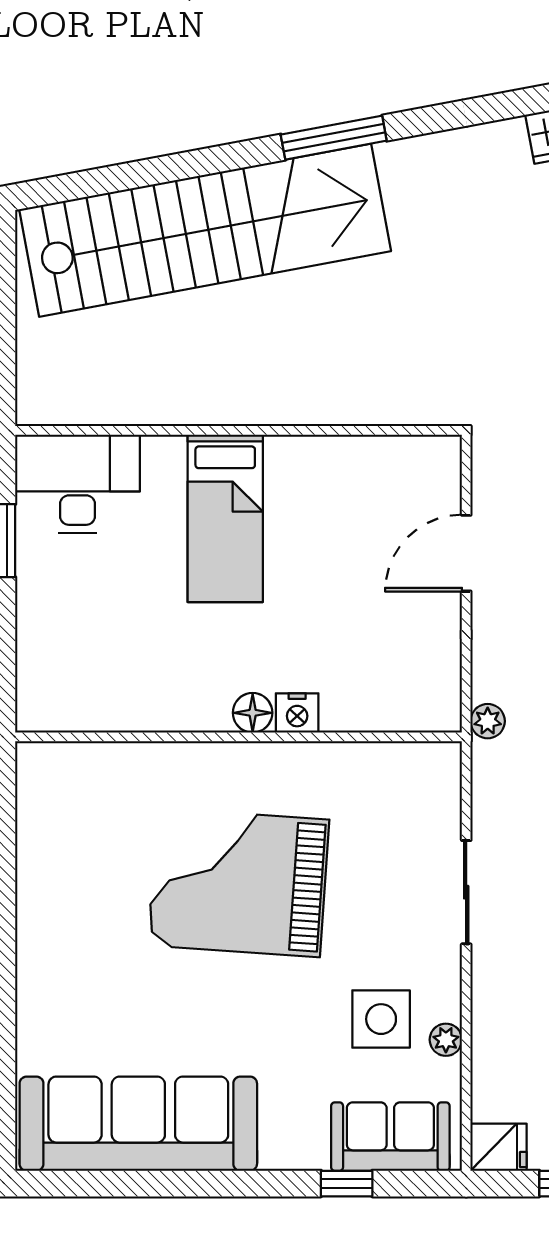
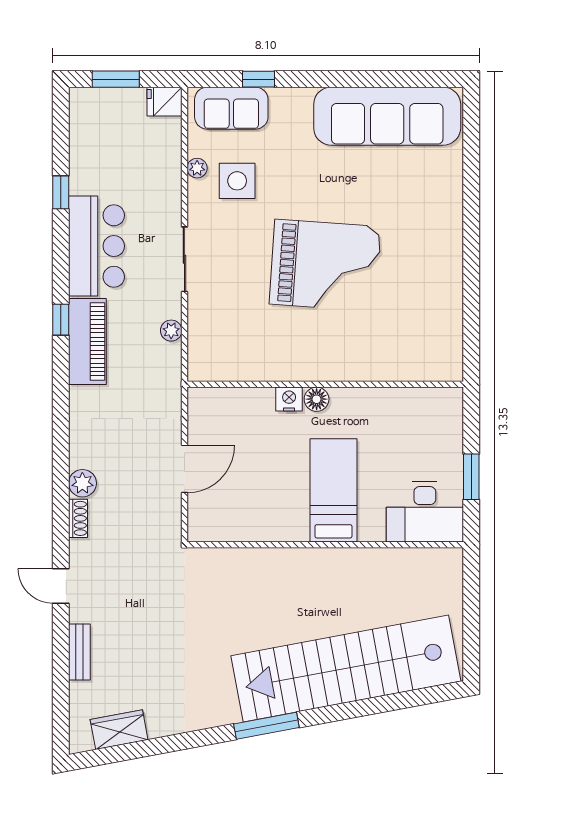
floor lamp: (253, 713) -> (317, 399), moved
nightstand: (297, 713) -> (289, 399), moved
plant: (488, 721) -> (171, 331), moved
wall: (239, 737) -> (325, 384), moved

